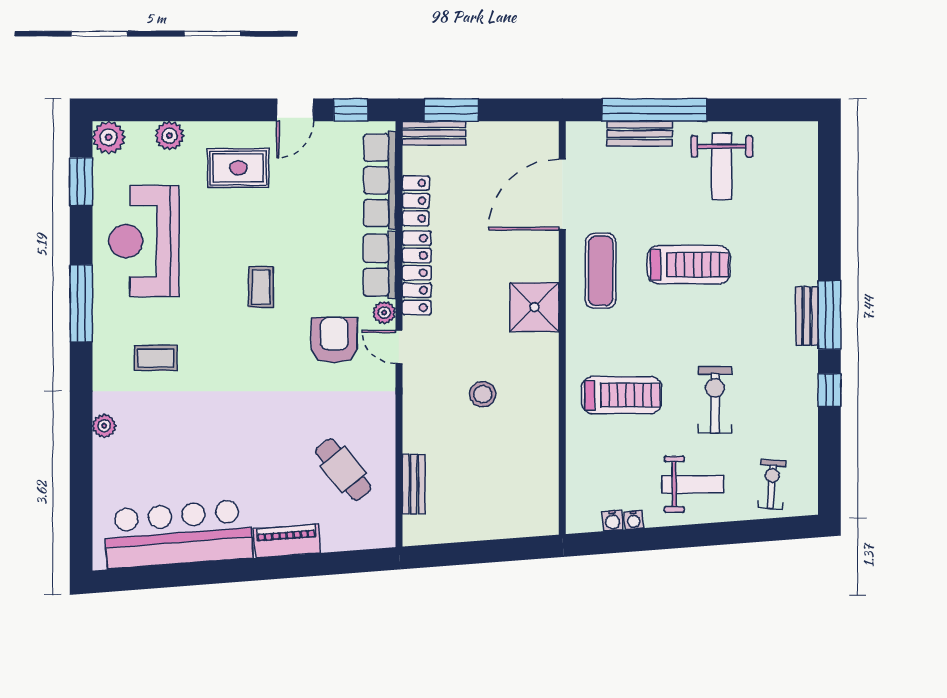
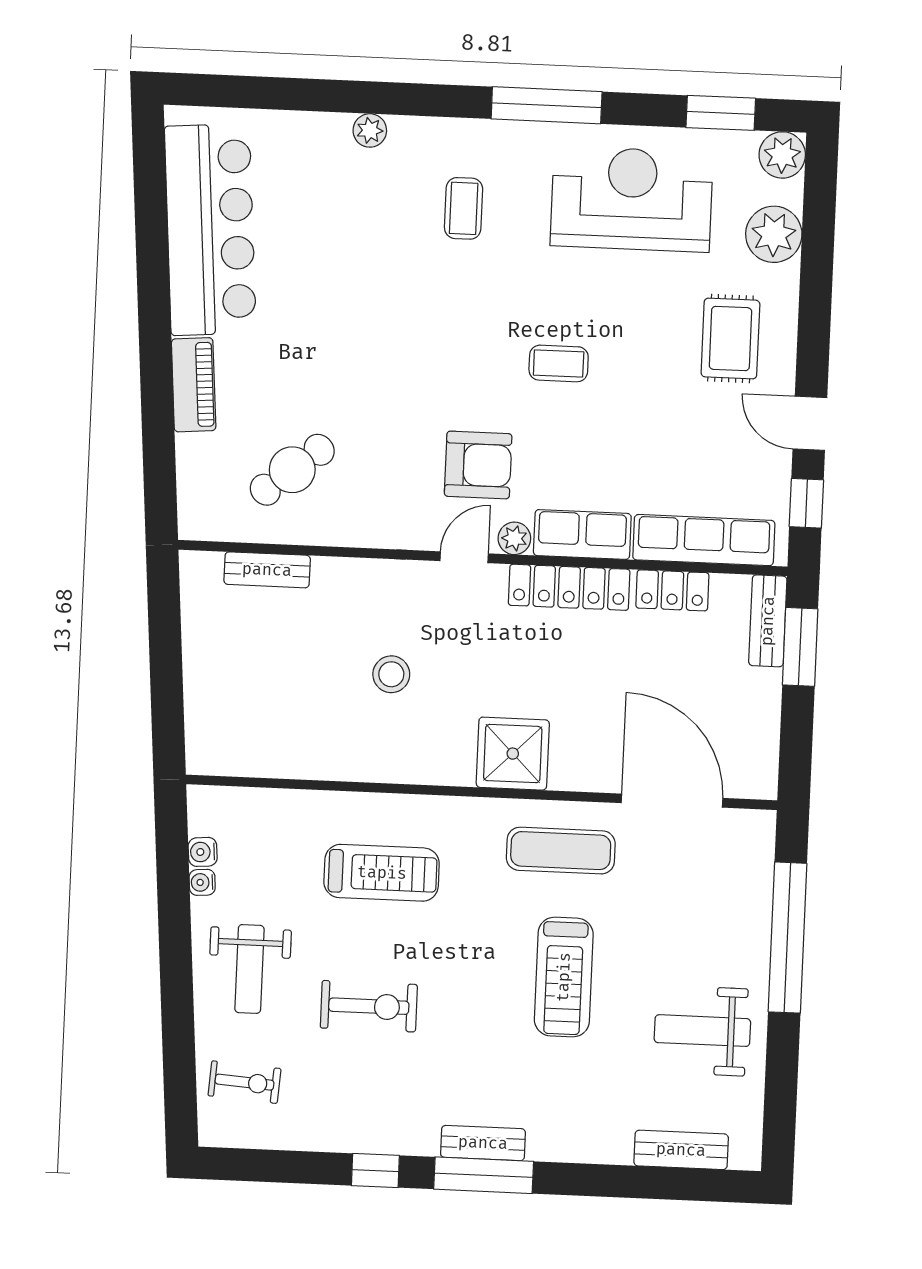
bench: (640, 134) -> (681, 1150), moved, turned 90
plant: (169, 136) -> (774, 234), width x1.36, depth x1.36
treadmill: (622, 395) -> (382, 873), turned -90

